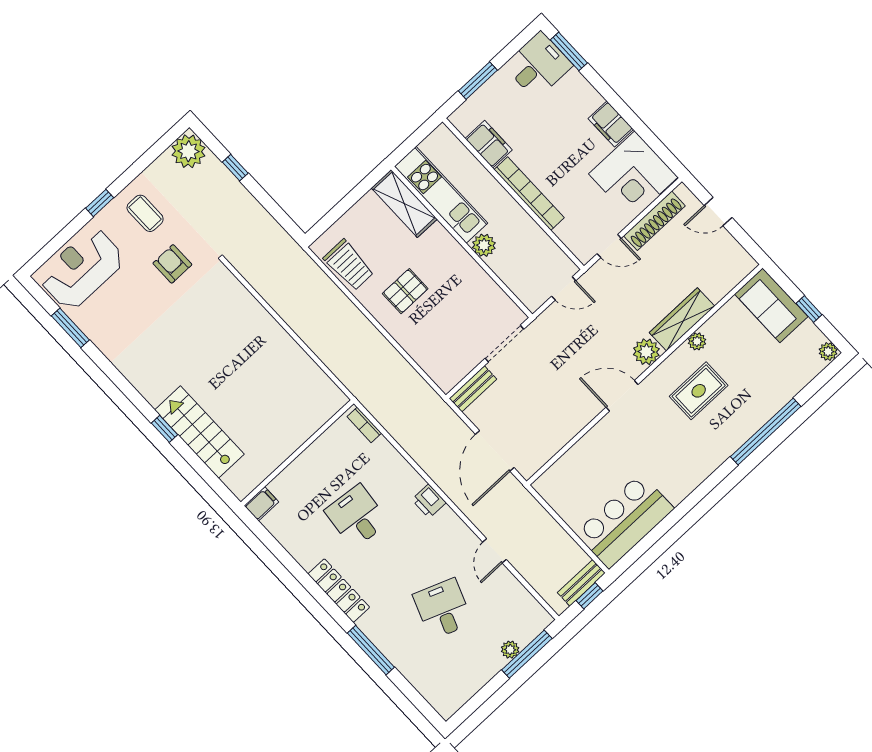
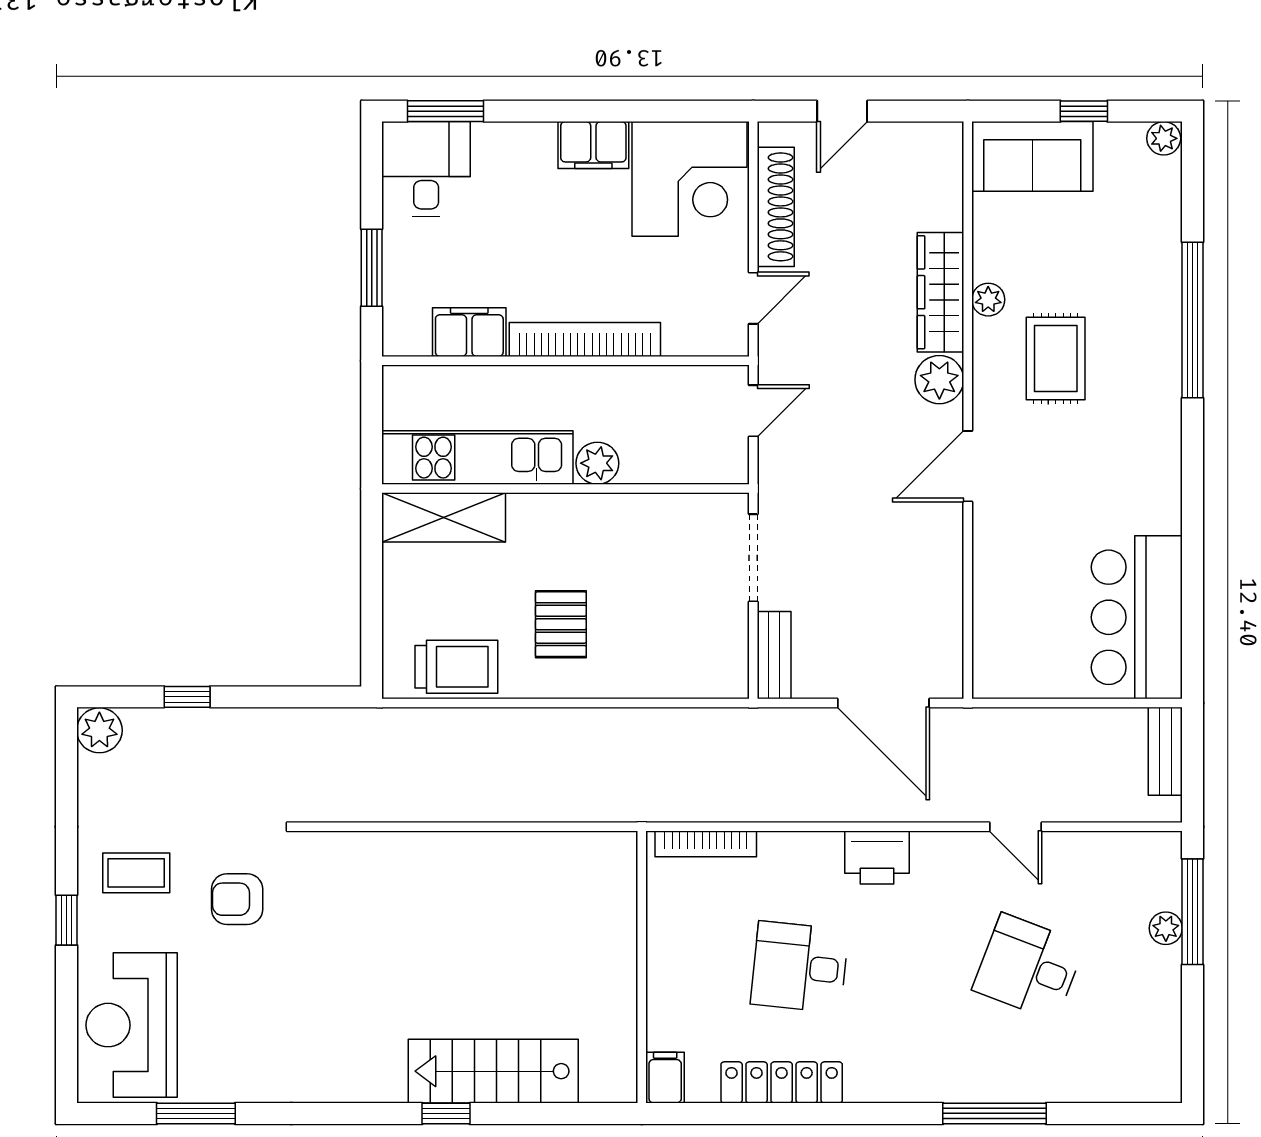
plant: (188, 151) -> (99, 730), width x0.73, depth x0.73
bookcase: (364, 425) -> (706, 844), width x1.56
printer: (429, 501) -> (877, 857), width x1.36, depth x1.24
locker: (339, 591) -> (782, 1082), moved
window: (590, 596) -> (1192, 756), removed

